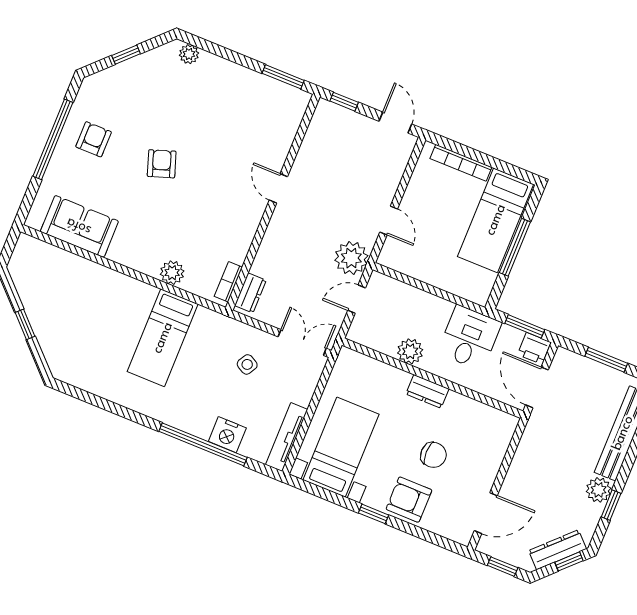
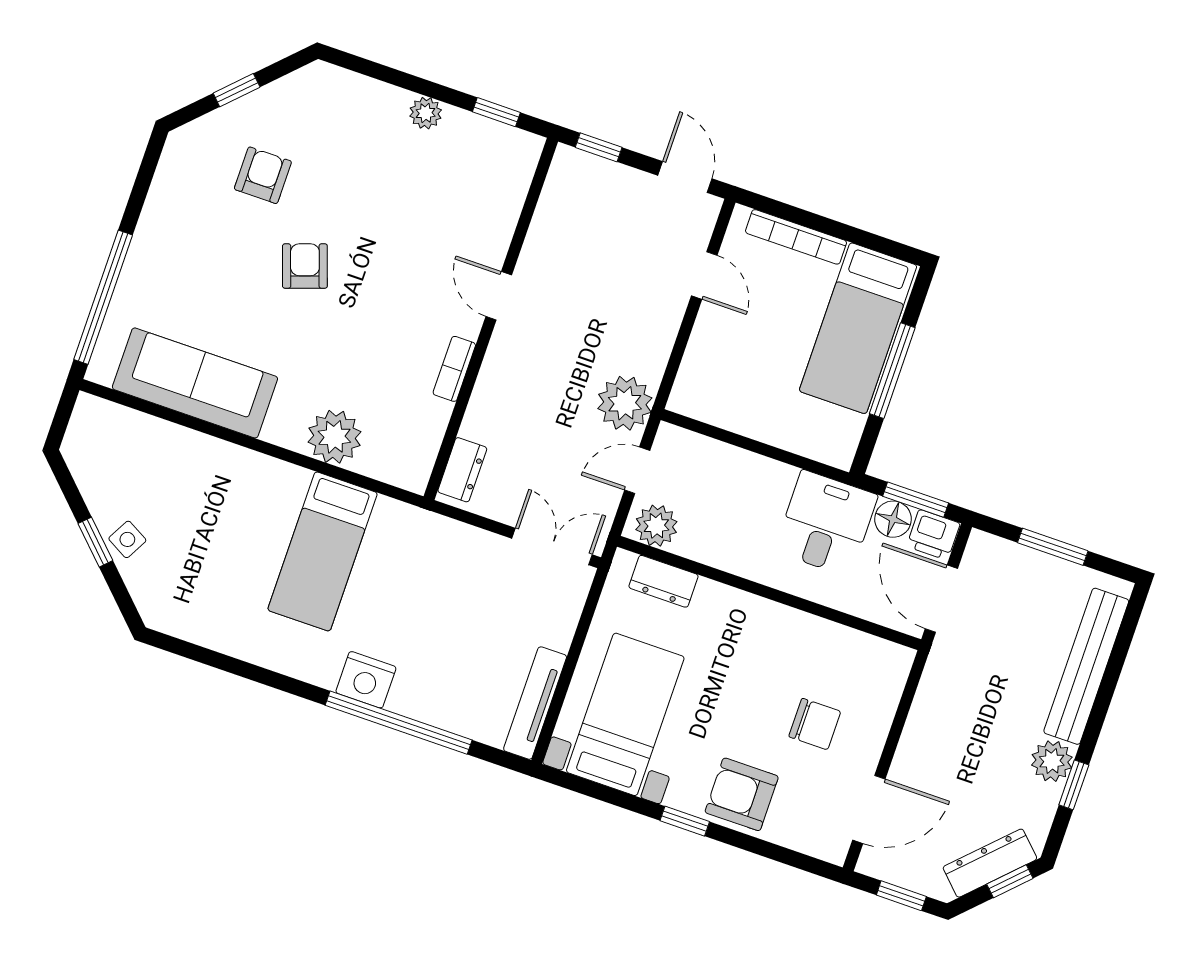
plant: (189, 54) -> (426, 113), moved
window: (283, 77) -> (496, 112), width x0.67
window: (53, 139) -> (103, 297), moved
armchair: (94, 139) -> (263, 175), moved
door: (389, 220) -> (704, 275), moved
sofa: (79, 226) -> (195, 383), width x1.36
plant: (172, 273) -> (334, 437), width x1.36, depth x1.36
bookcase: (228, 282) -> (454, 369), moved
floor lamp: (510, 338) -> (893, 519), added
plant: (410, 351) -> (656, 526), moved
side table: (247, 364) -> (127, 539), moved
dresser: (427, 391) -> (664, 581), moved
nightstand: (227, 435) -> (366, 680), moved
chair: (433, 455) -> (815, 724), moved

